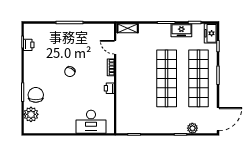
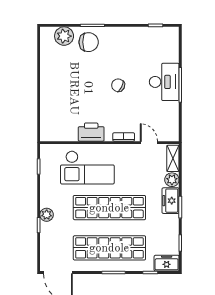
plant: (145, 29) -> (172, 180), added
freezer: (181, 30) -> (171, 201), moved
printer: (29, 45) -> (152, 33), removed
door: (115, 47) -> (149, 143), hinge flipped
printer: (109, 88) -> (91, 132), width x1.87, depth x1.48
checkout: (135, 96) -> (87, 167), added
desk: (91, 122) -> (164, 82), moved, turned 180
plant: (192, 128) -> (47, 215), moved

